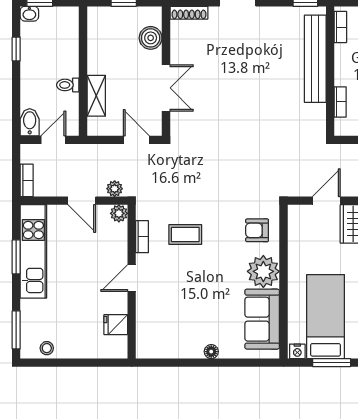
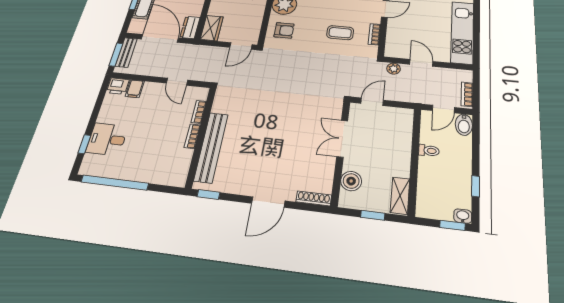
bookcase: (340, 27) -> (192, 136), moved
shelving: (96, 96) -> (400, 196), moved
door: (136, 140) -> (372, 102), swing flipped
bookcase: (27, 180) -> (467, 94), moved
door: (326, 201) -> (241, 46), moved
plant: (119, 213) -> (391, 51), removed
window: (16, 257) -> (476, 30), removed

